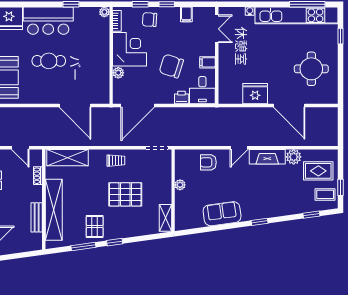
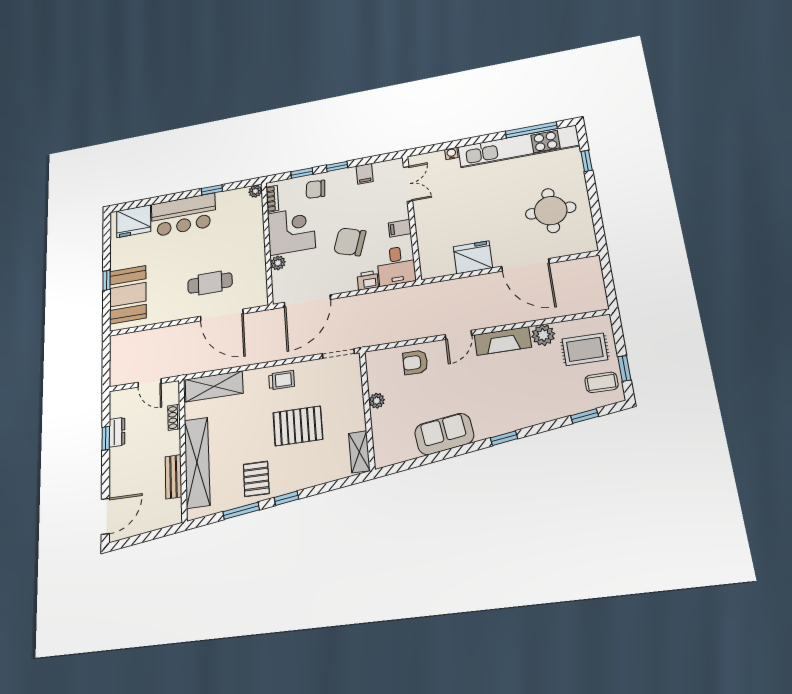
cafe table: (49, 61) -> (210, 283), moved

